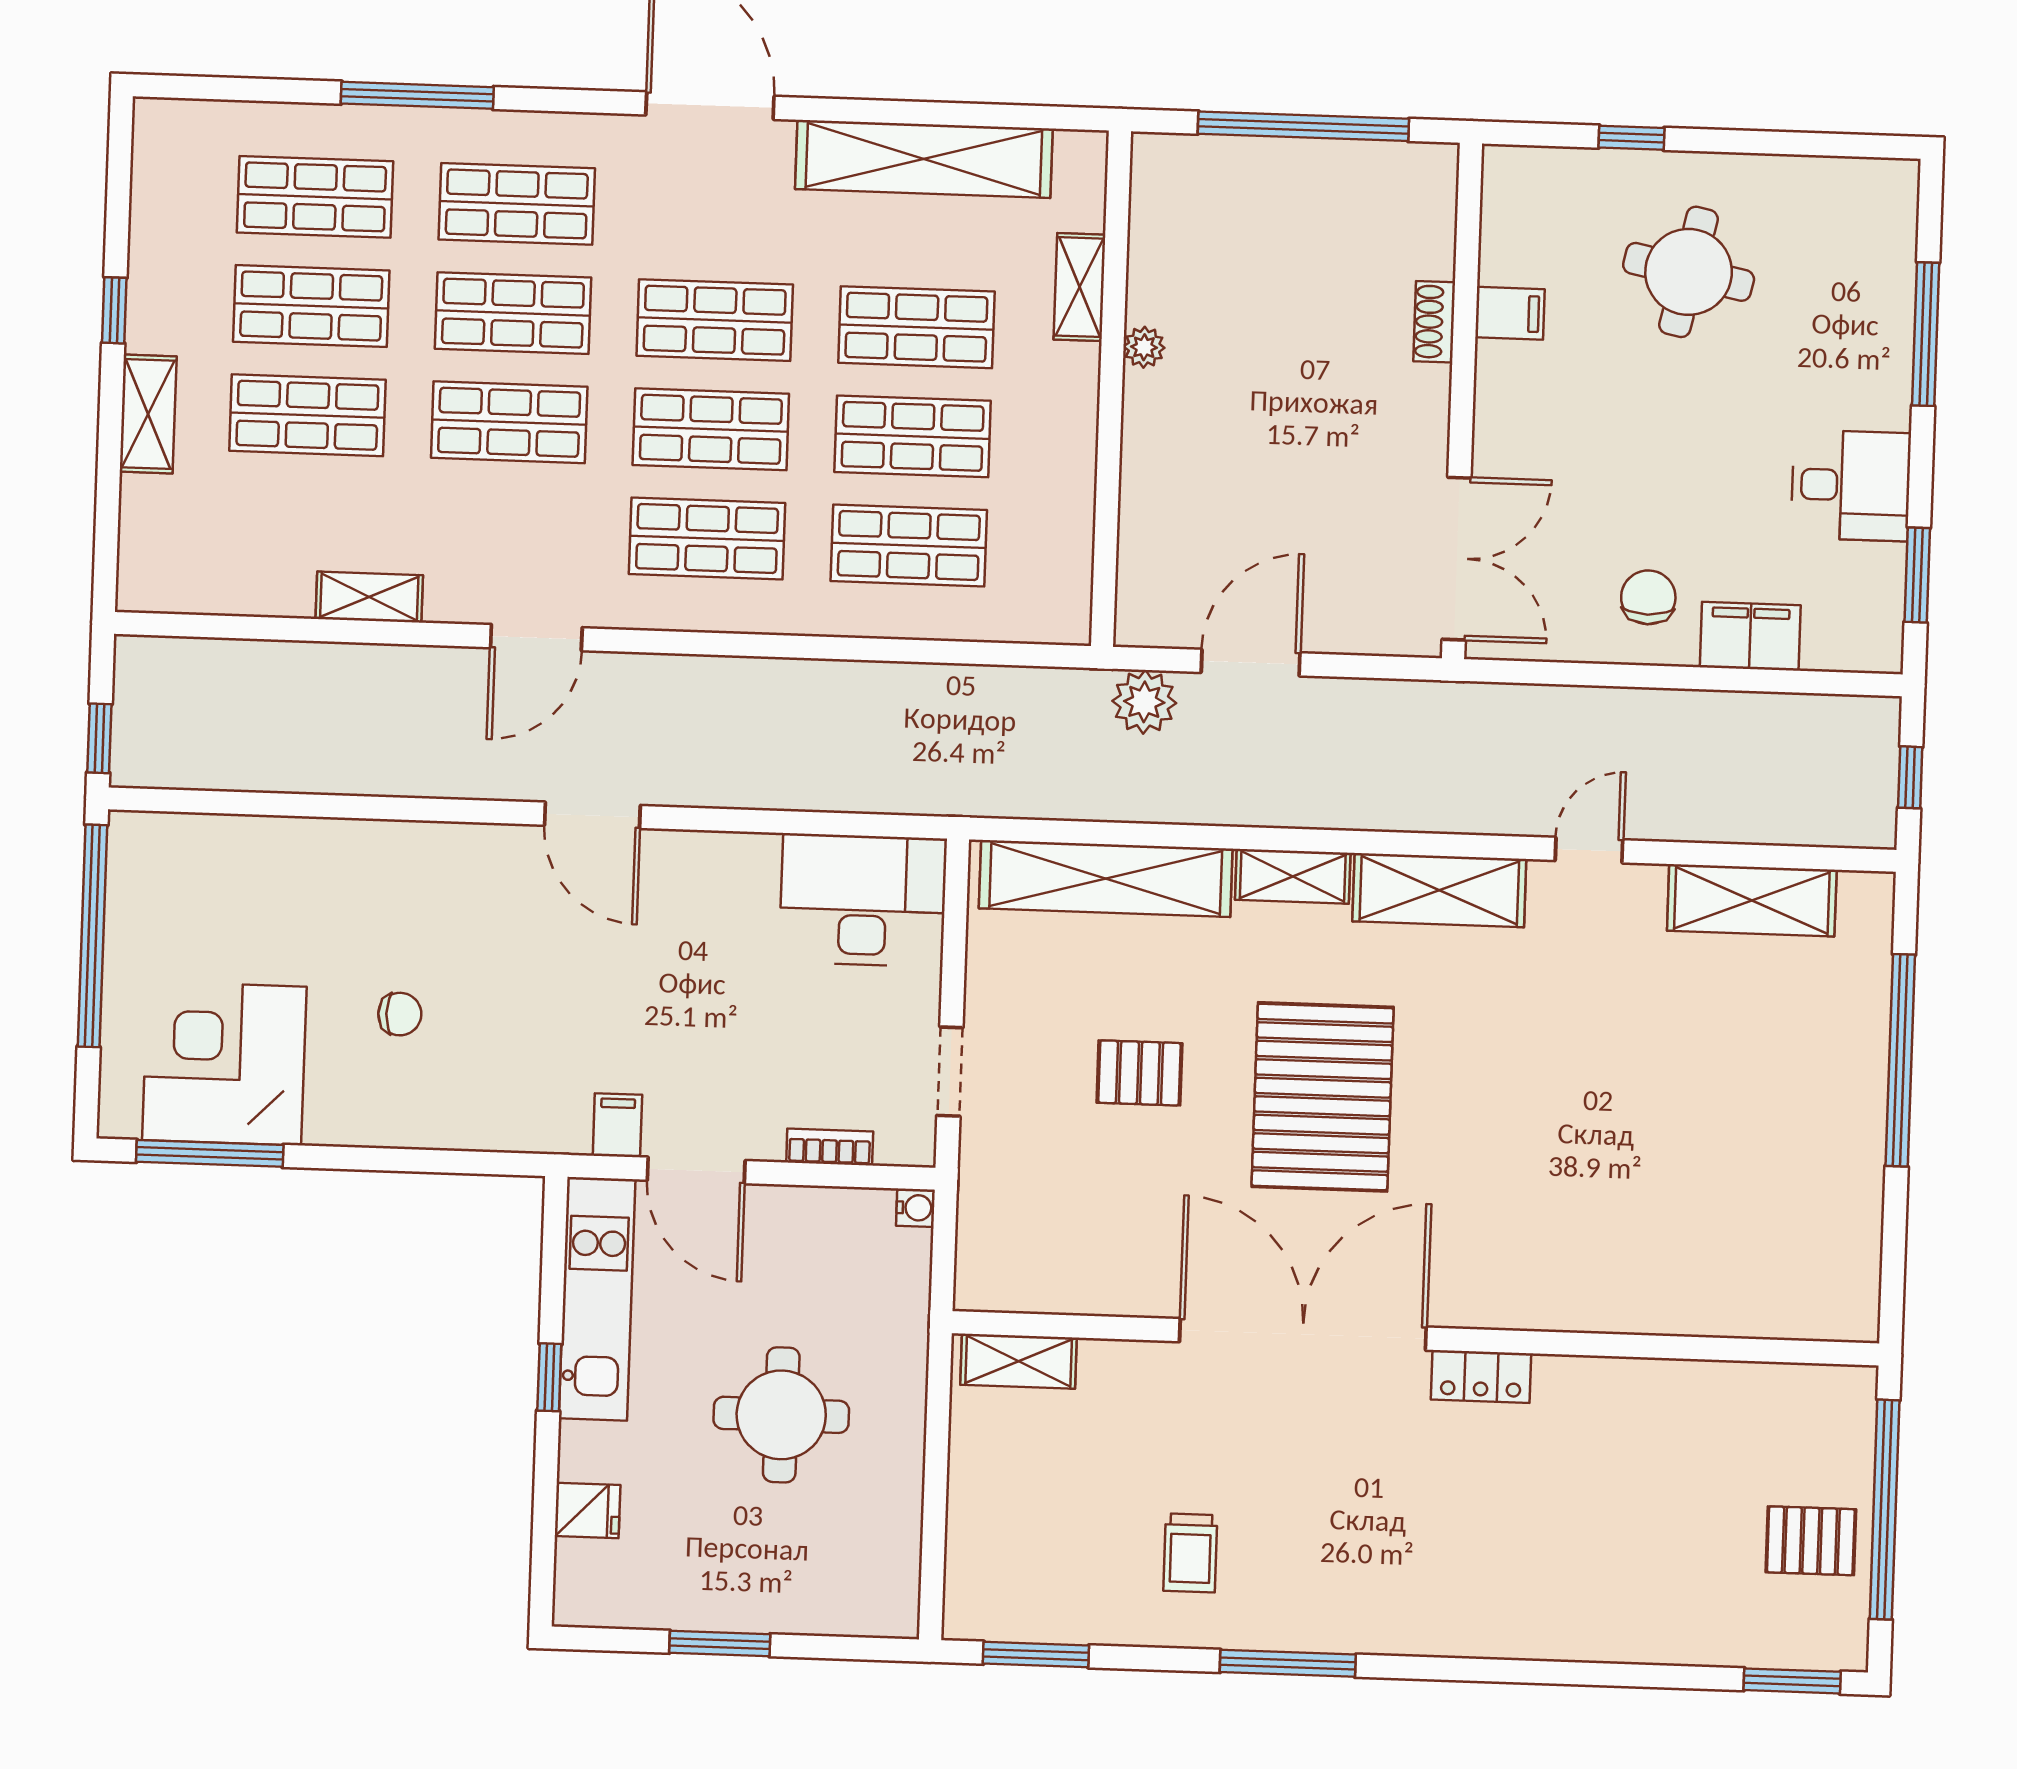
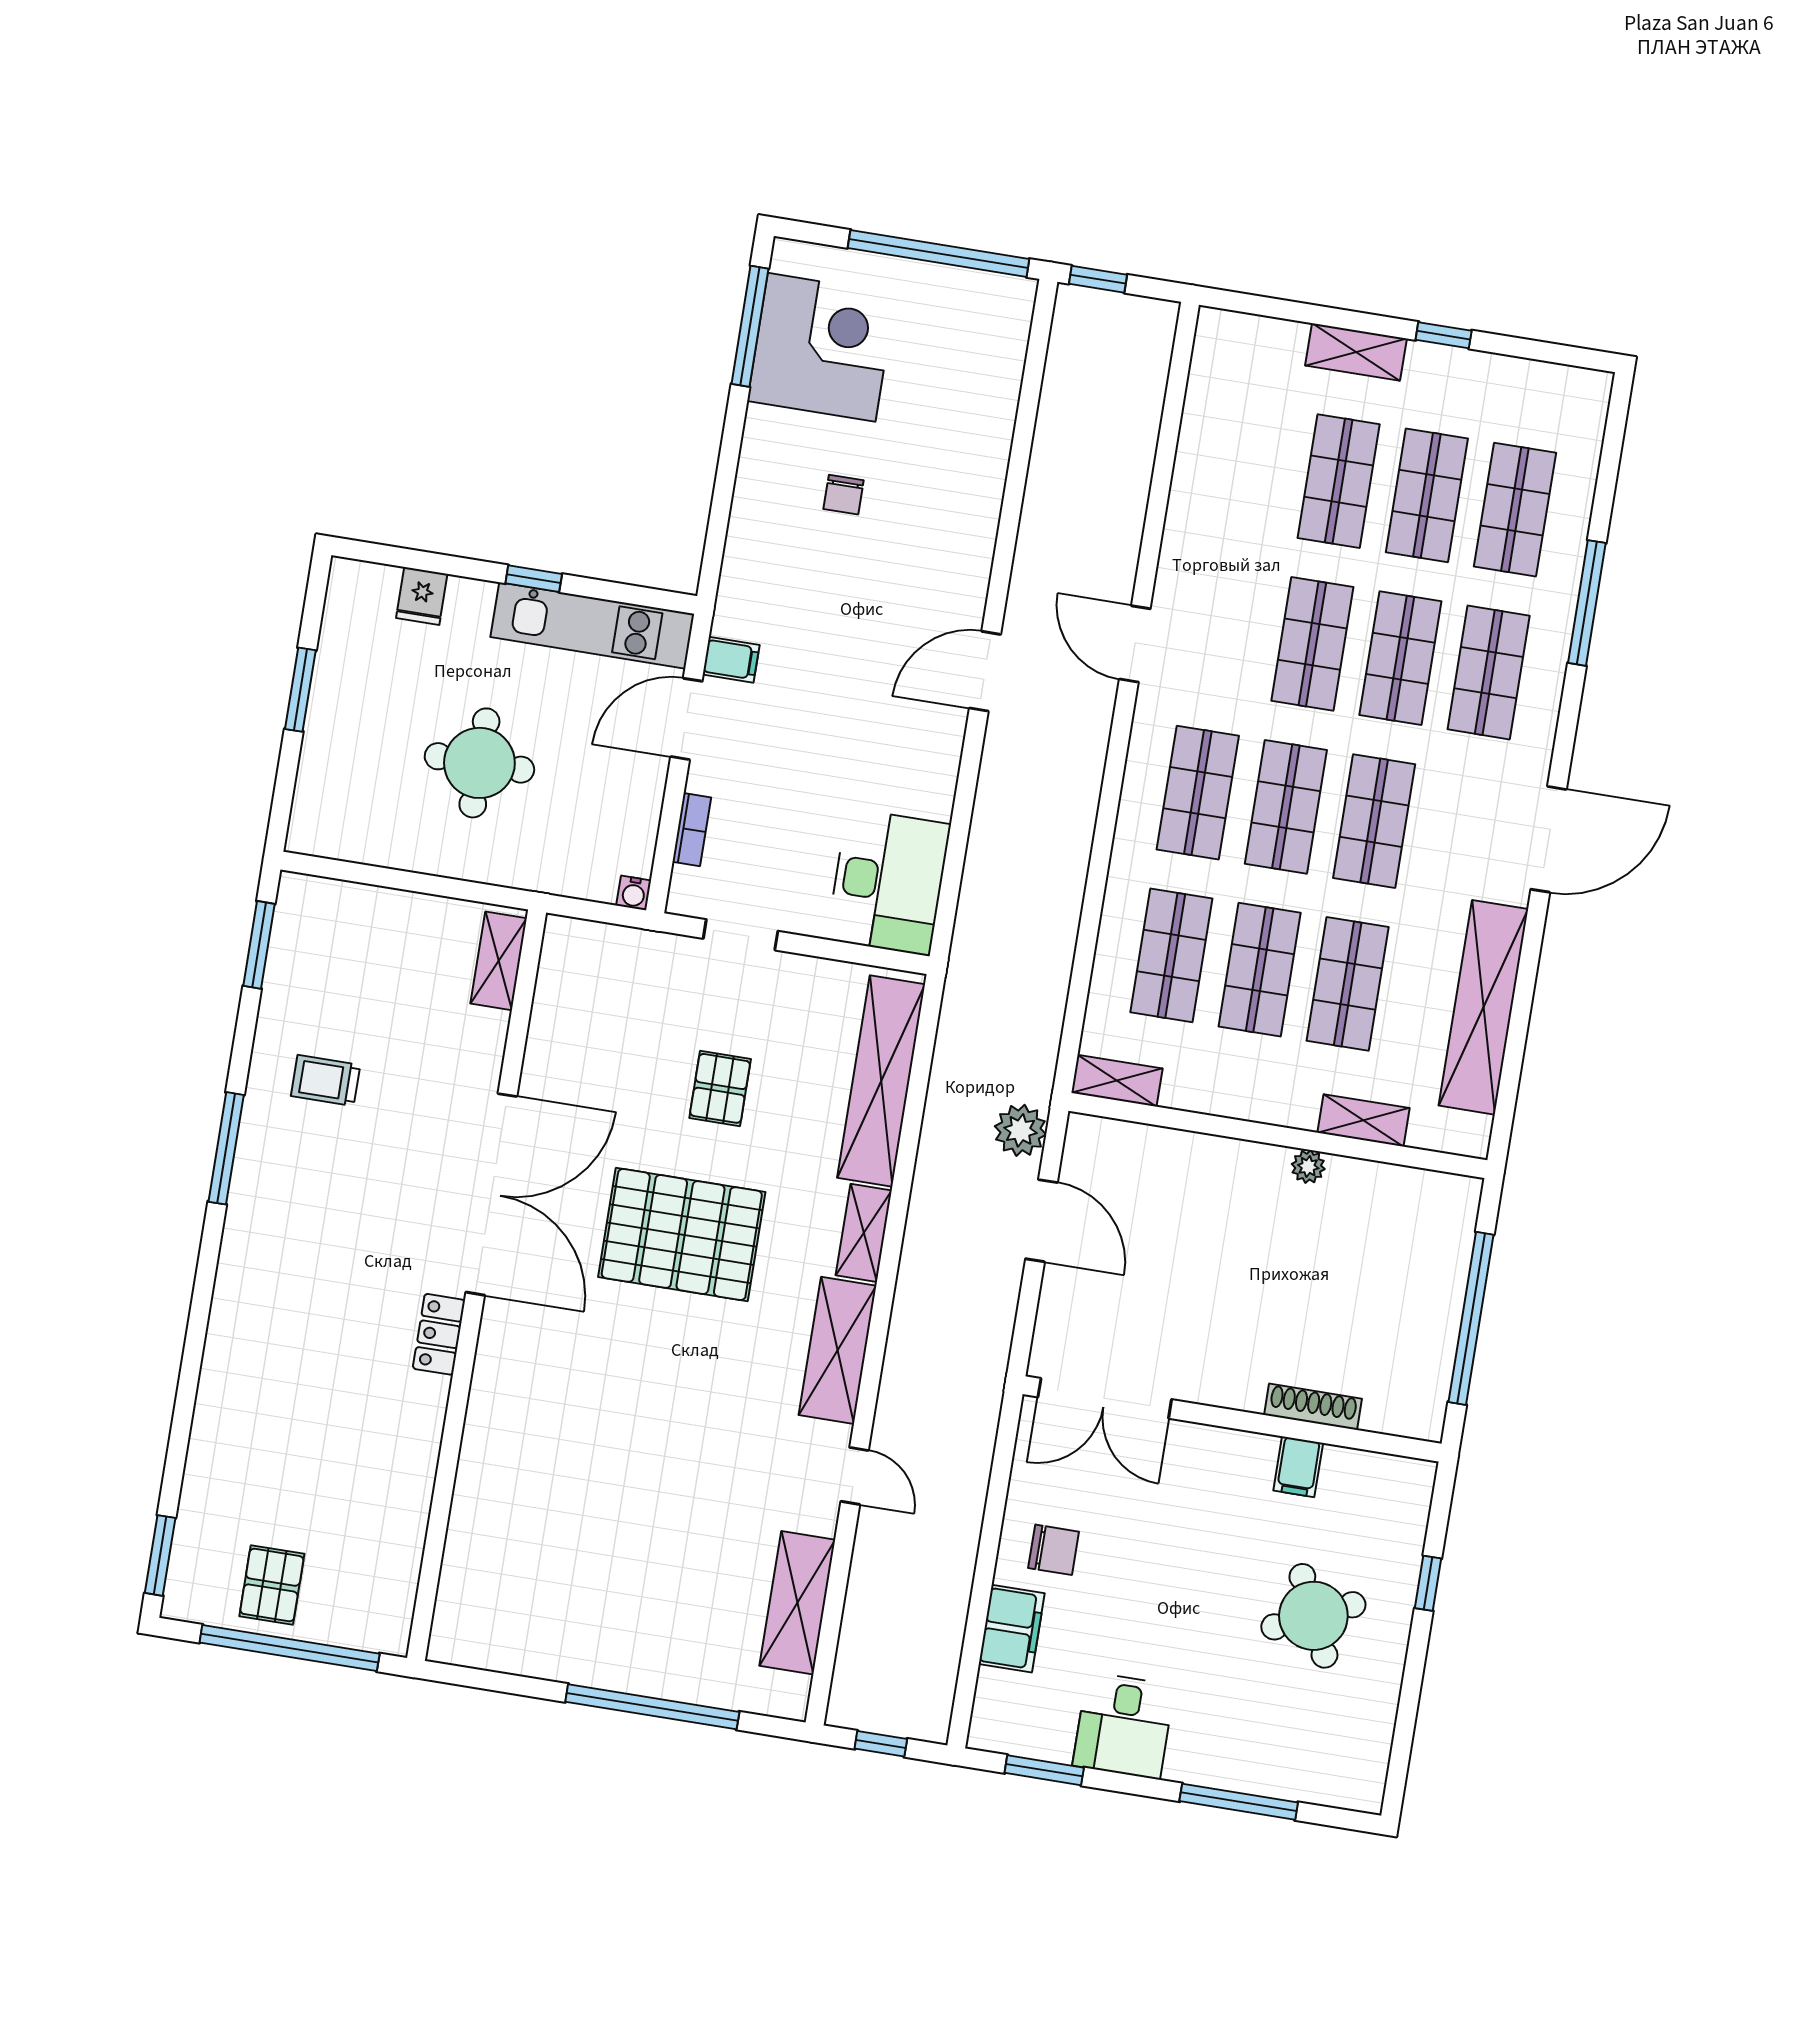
round table: (1689, 272) -> (1313, 1616), turned -37
shoe rack: (1434, 322) -> (1313, 1407), width x1.43
shelving: (369, 597) -> (1117, 1081), moved, turned 90

